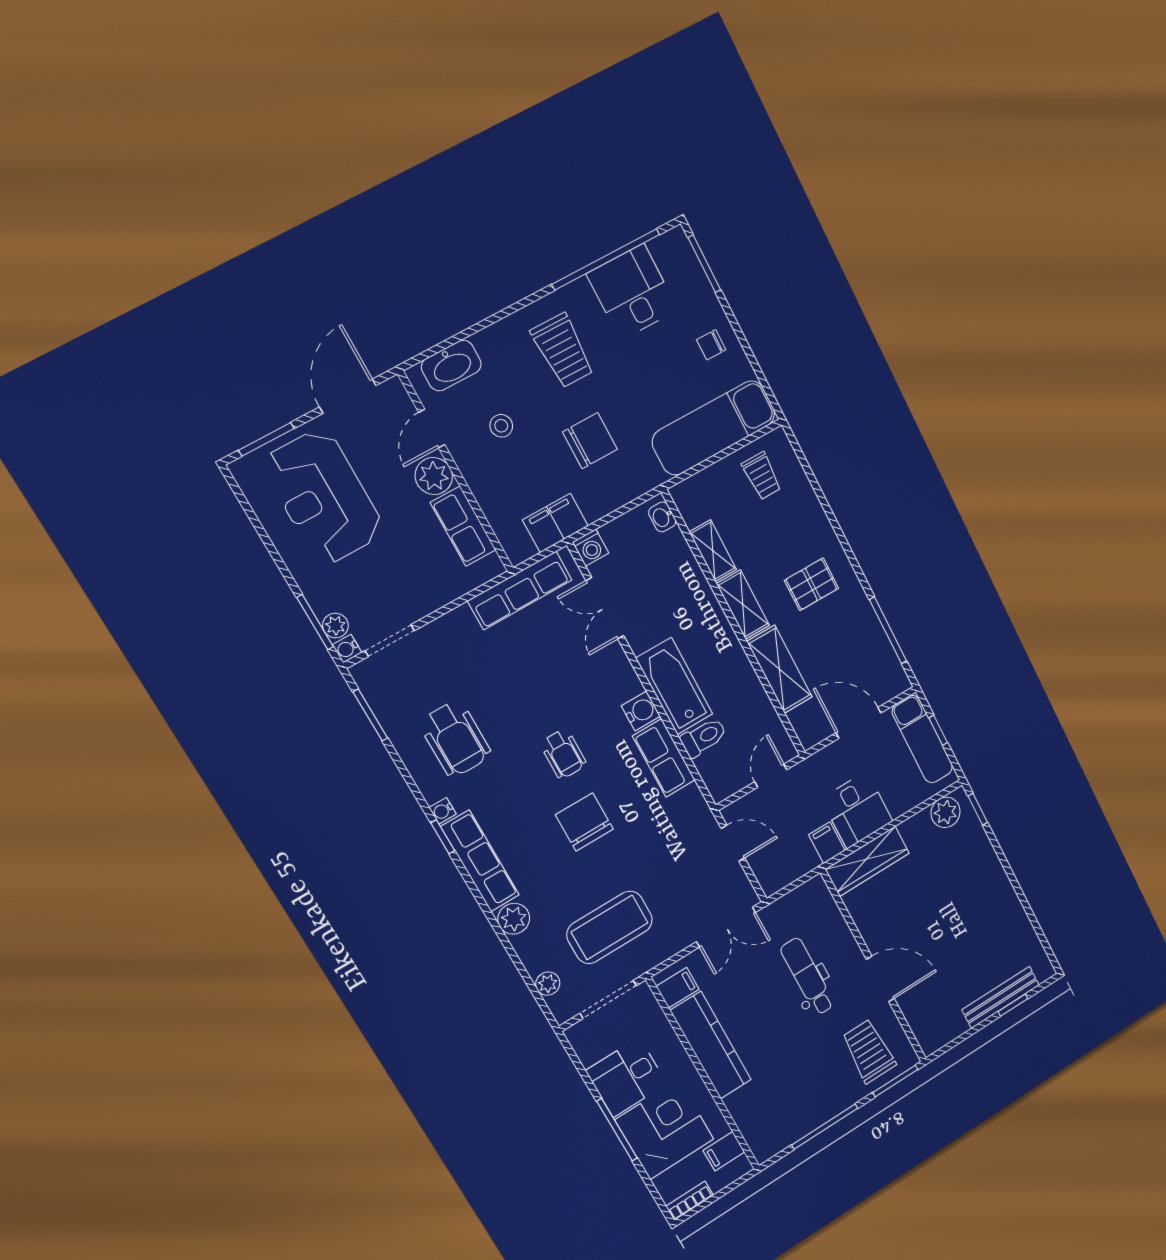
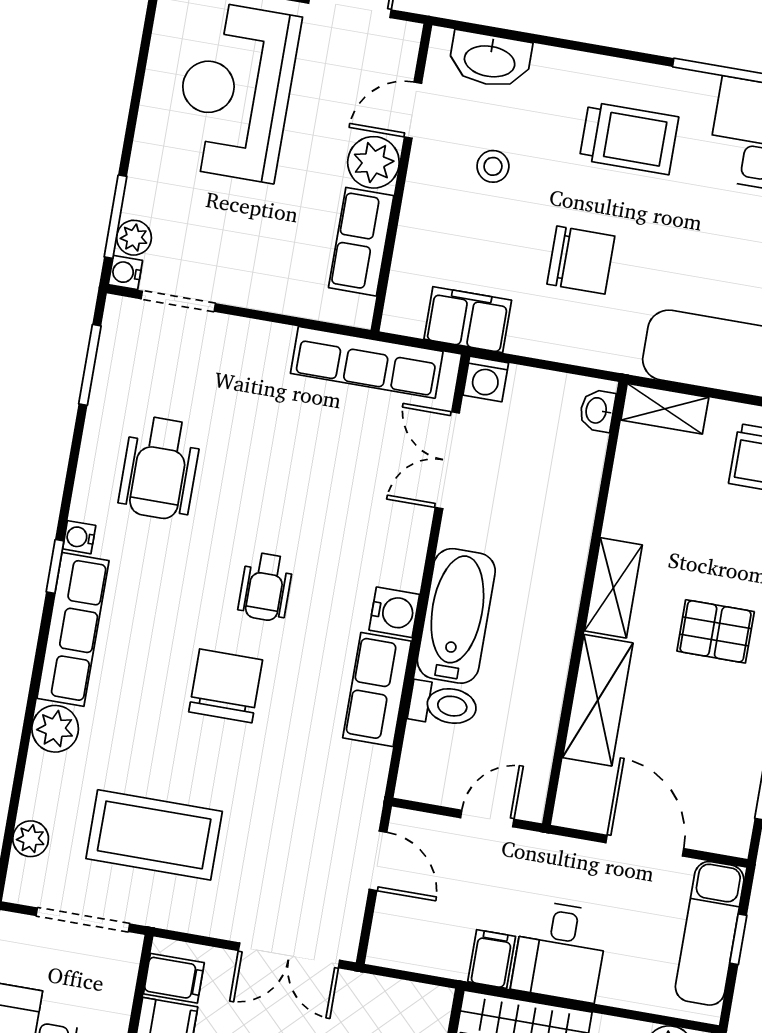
trolley: (563, 351) -> (629, 138), turned -90
shelving: (713, 551) -> (665, 409), moved, turned 90

